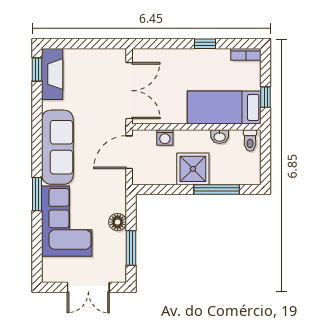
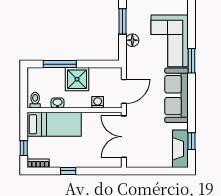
window: (37, 69) -> (192, 141), moved
window: (266, 97) -> (24, 148), moved

